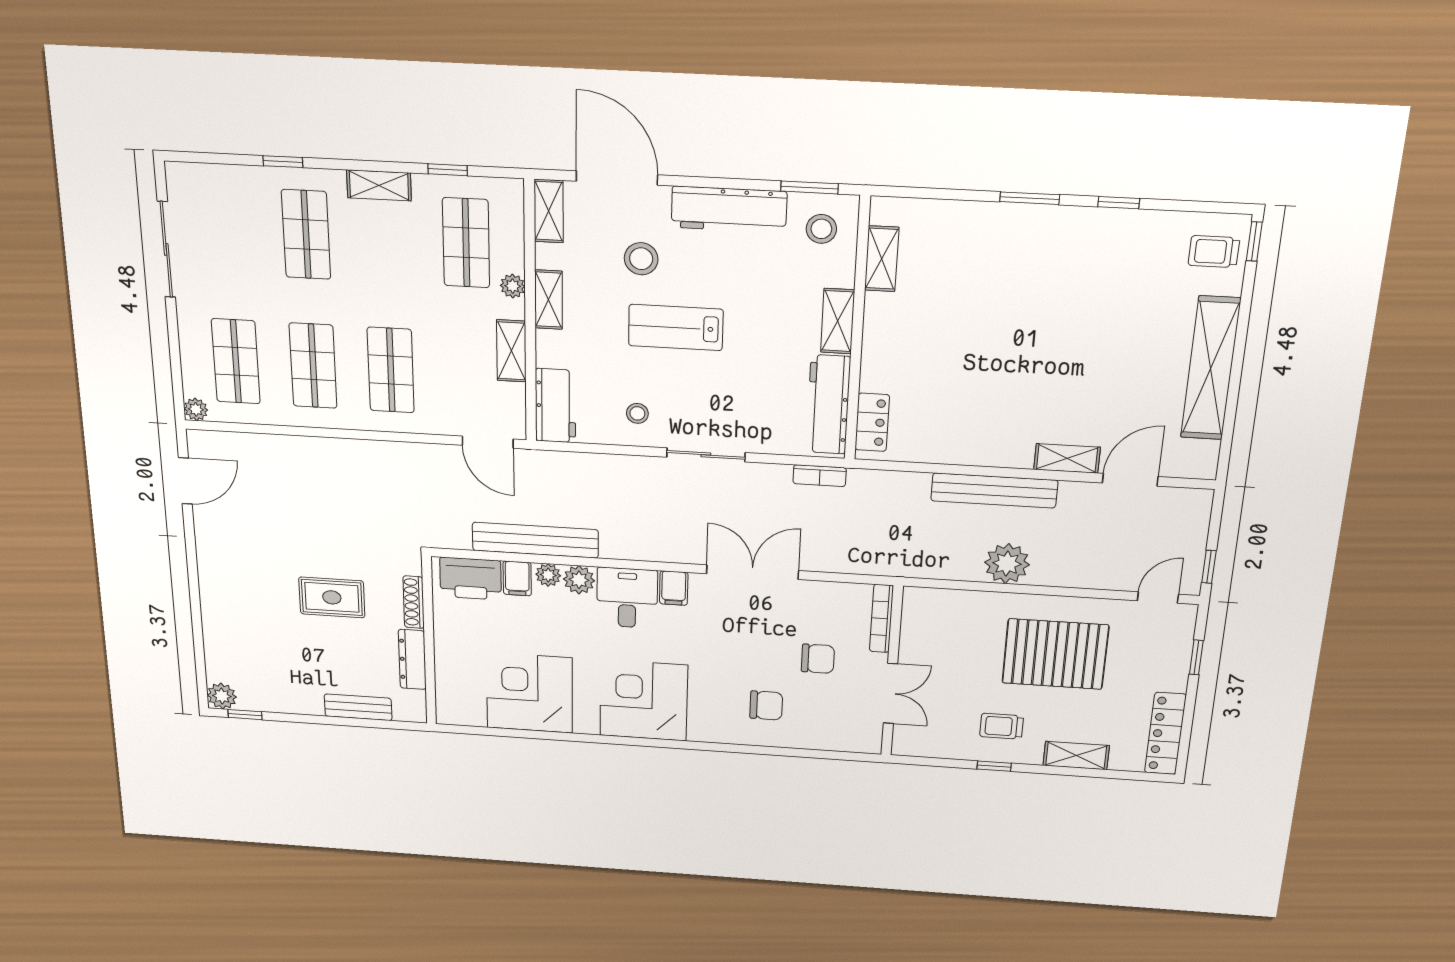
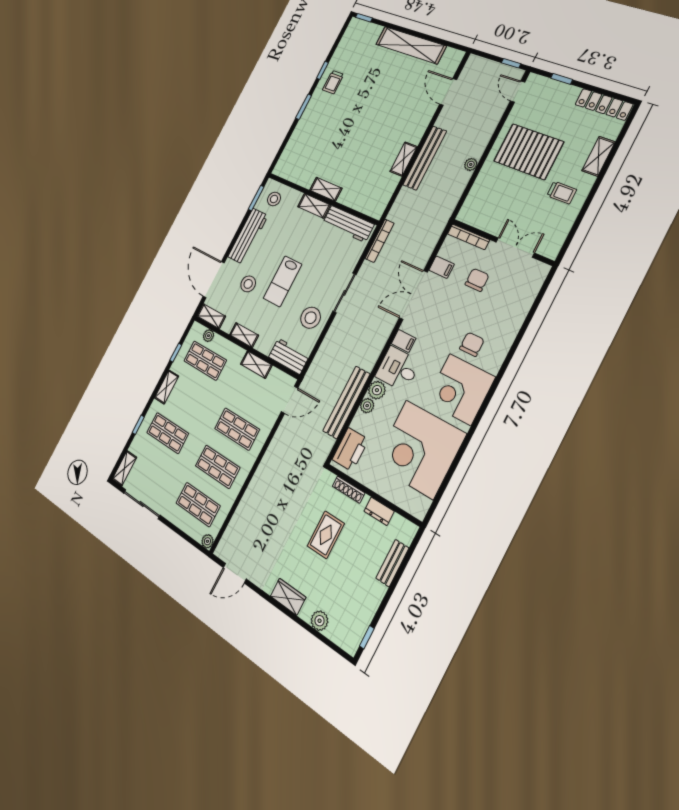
shelving: (197, 177) -> (124, 468), added
door: (617, 178) -> (214, 280), hinge flipped
trolley: (1214, 252) -> (333, 82), moved
shelving: (882, 259) -> (326, 189), moved
plant: (513, 286) -> (208, 336), moved
stool: (637, 413) -> (311, 318), width x1.89, depth x1.89
locker: (872, 422) -> (366, 206), removed
shelving: (1067, 458) -> (404, 159), moved
bookcase: (820, 476) -> (380, 241), width x1.56
door: (185, 481) -> (235, 573), swing flipped
plant: (1007, 564) -> (471, 164), width x0.53, depth x0.53
filing cabinet: (517, 578) -> (442, 267), moved
wardrobe: (214, 581) -> (288, 597), added
pallet: (1055, 654) -> (529, 152), turned 90
dresser: (412, 659) -> (379, 511), width x0.70
corner desk: (529, 693) -> (420, 449), width x1.36, depth x1.36
plant: (222, 696) -> (320, 621), moved
chair: (766, 705) -> (472, 344), moved
trolley: (1002, 726) -> (562, 193), turned -90
window: (994, 766) -> (587, 204), removed

